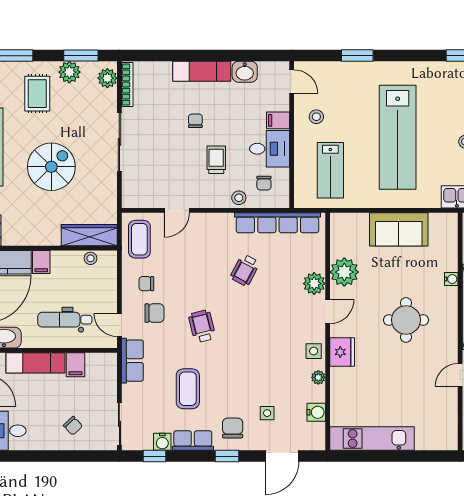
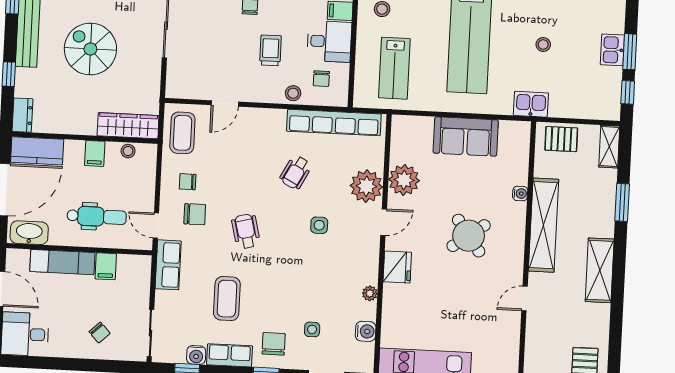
spiral stairs: (51, 167) -> (90, 49), turned -90
filing cabinet: (41, 262) -> (95, 153), moved
plant: (314, 284) -> (366, 186), width x1.36, depth x1.36
dental chair: (65, 320) -> (97, 216), turned 180
round table: (406, 320) -> (469, 236), turned -36
side table: (314, 351) -> (319, 225), moved

